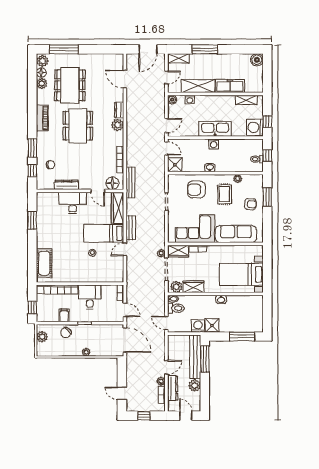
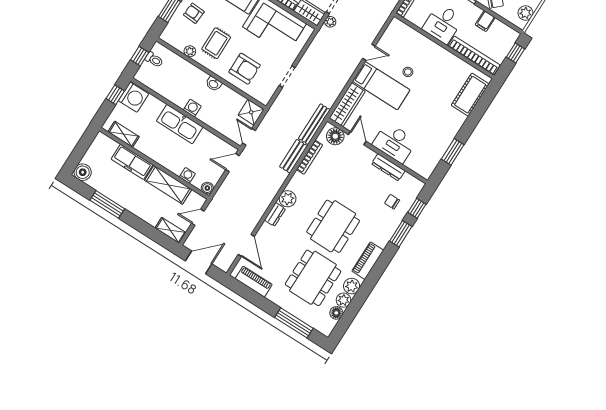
window: (205, 49) -> (107, 204), moved
piano: (106, 59) -> (254, 282), added
plant: (42, 61) -> (352, 286), moved
bench: (131, 228) -> (293, 156), moved

